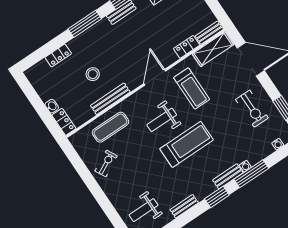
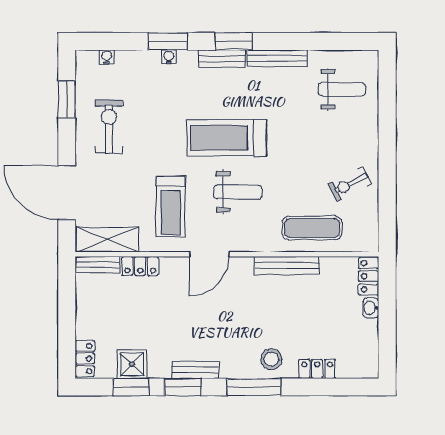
stool: (93, 74) -> (271, 359), moved
treadmill: (192, 88) -> (171, 207), turned 180
window: (251, 174) -> (168, 41), width x0.69
bench: (228, 176) -> (222, 59), moved
bench: (184, 206) -> (277, 58), width x1.36

